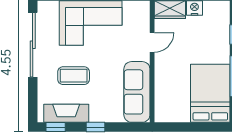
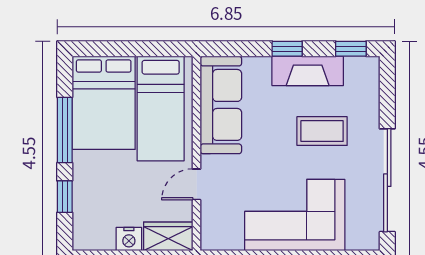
bed: (175, 90) -> (161, 109), added
fireplace: (66, 113) -> (308, 71), moved

